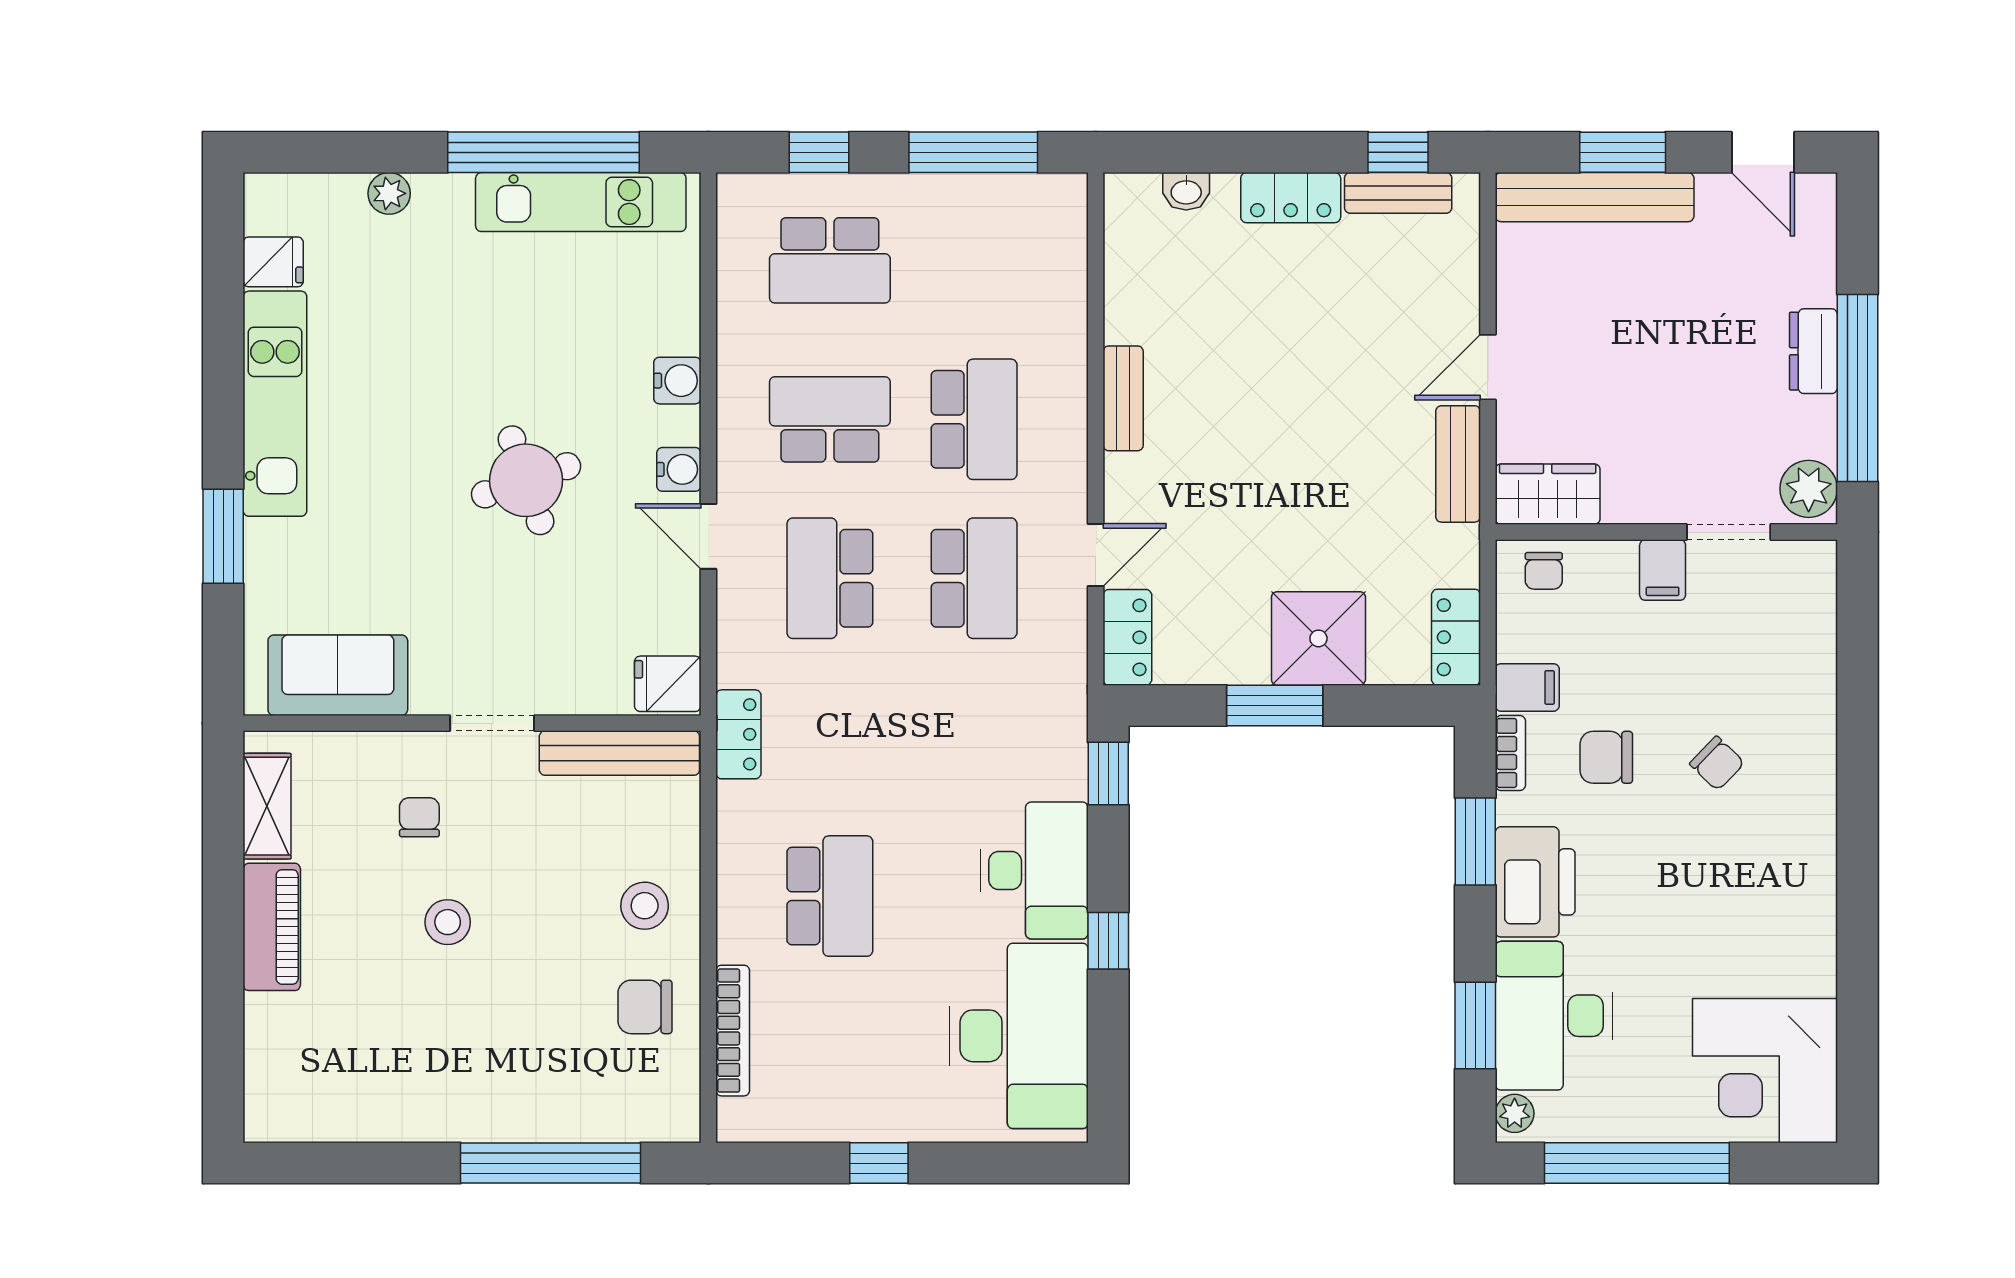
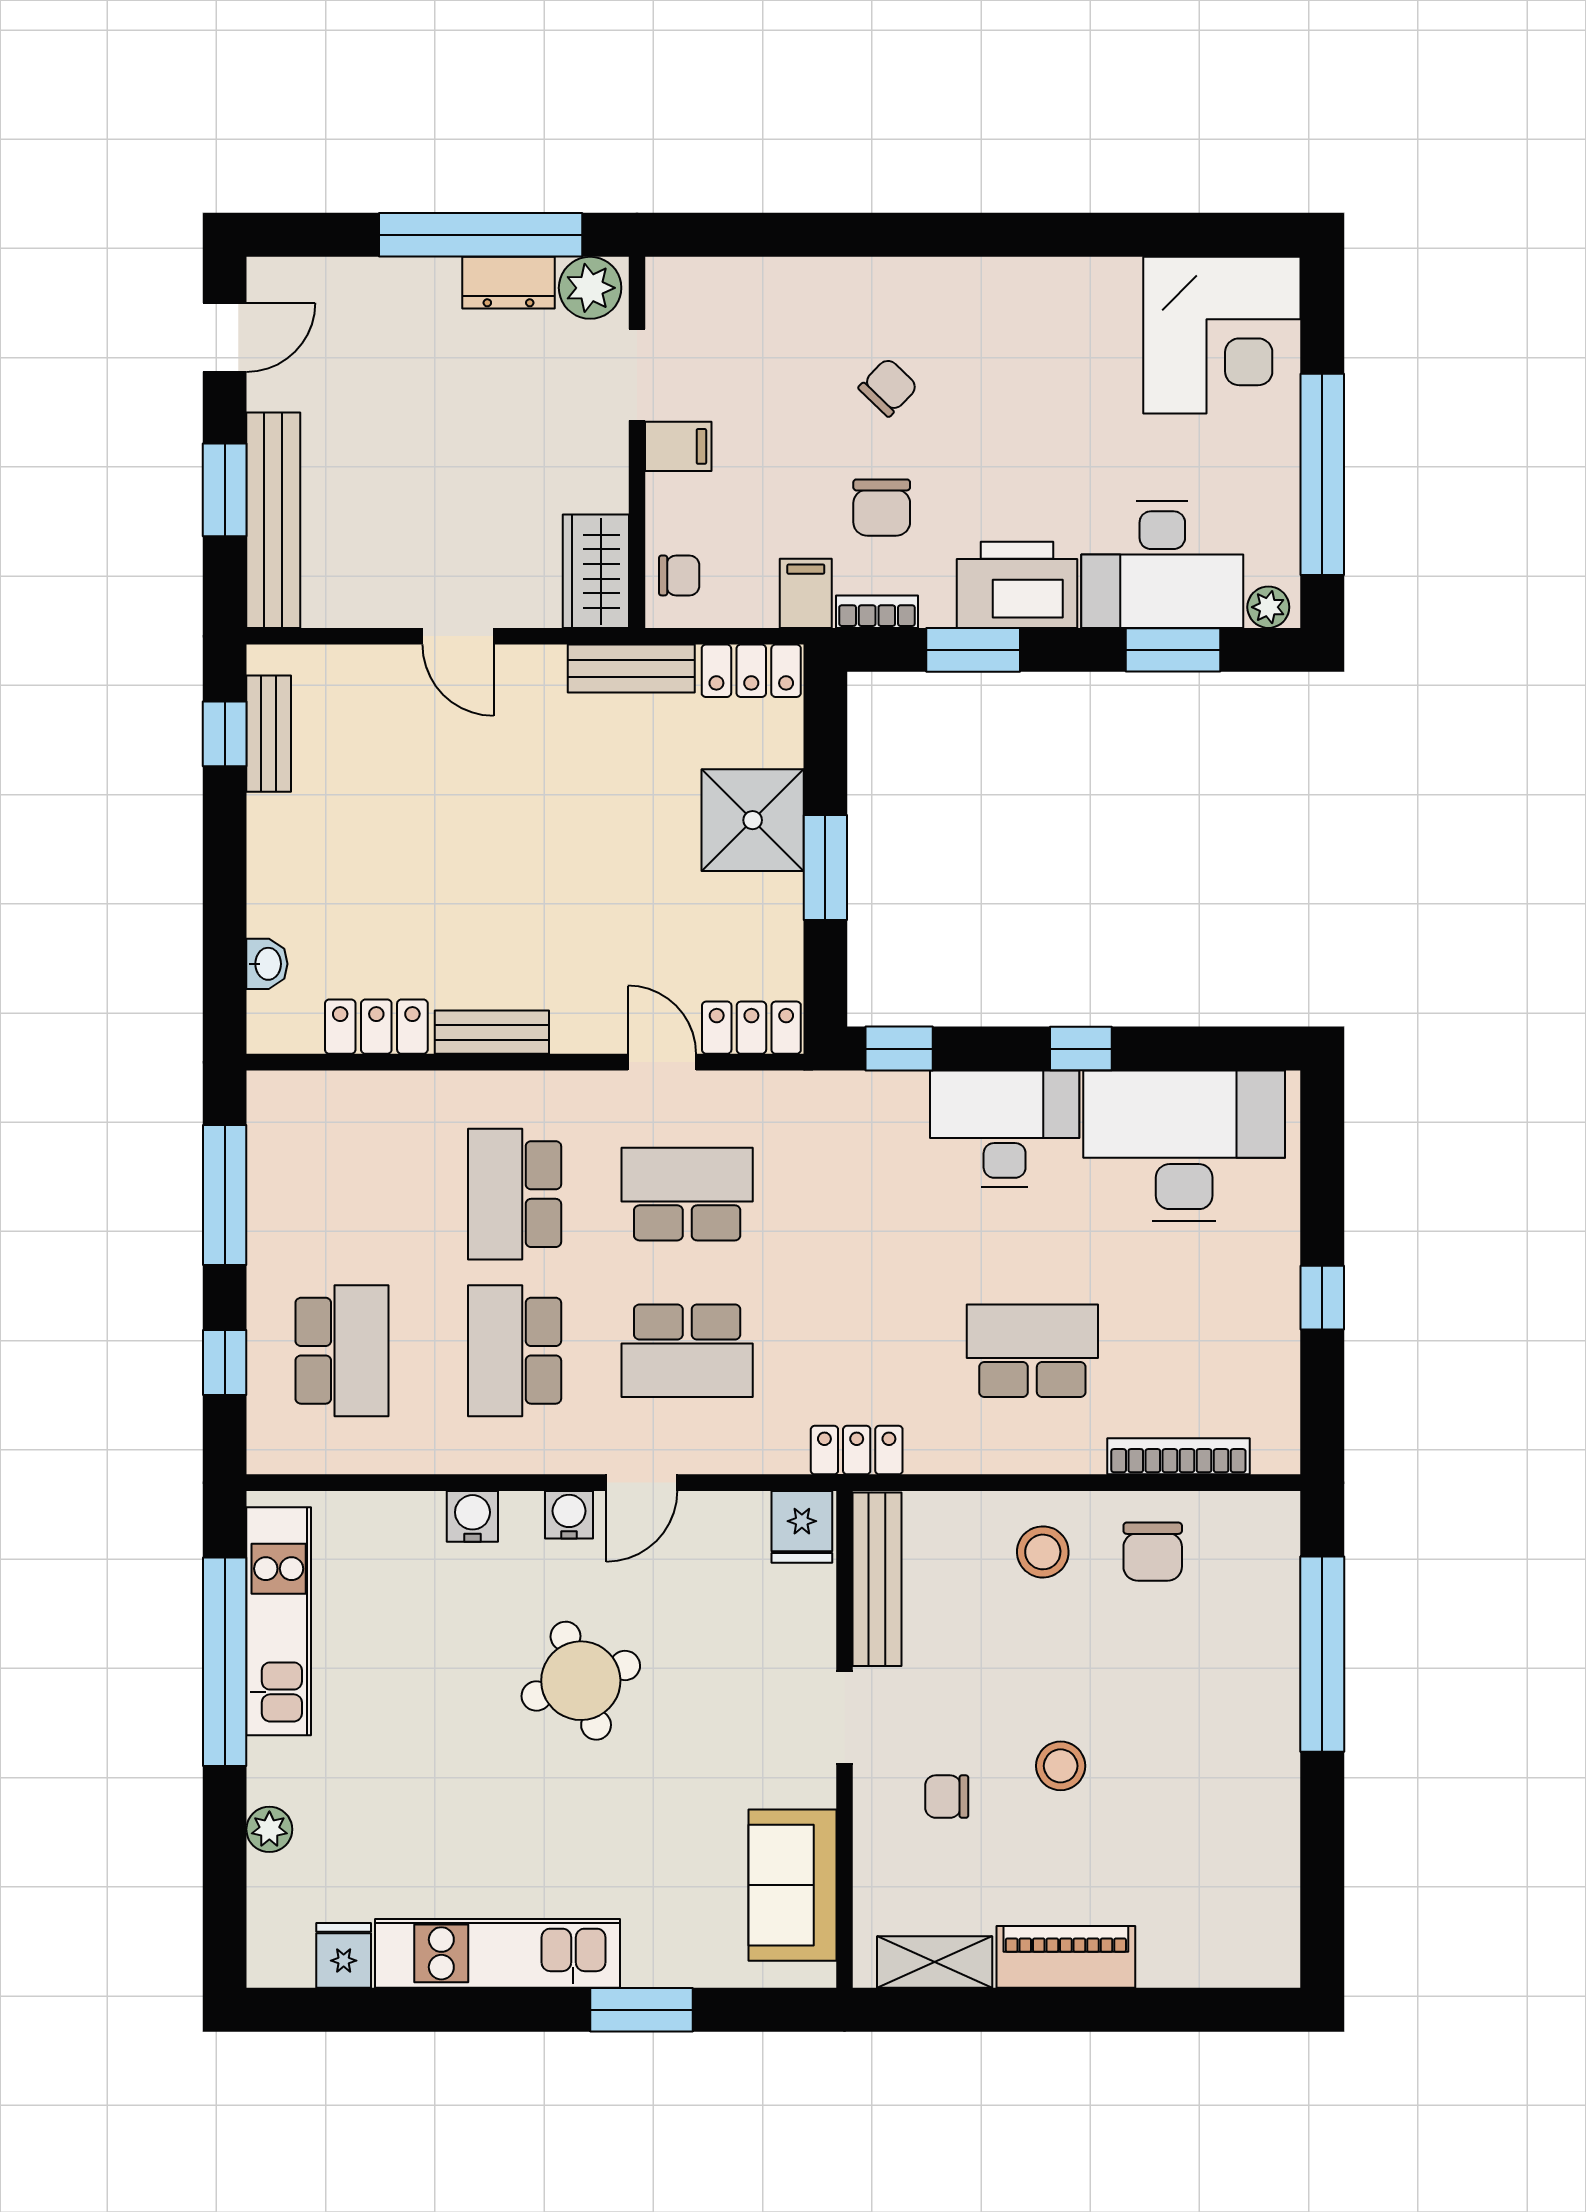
locker: (1291, 198) -> (376, 1027), moved, turned -90
dresser: (1813, 351) -> (509, 283), moved
school desk: (974, 419) -> (515, 1194), turned -90
bench: (1458, 464) -> (631, 669), moved

